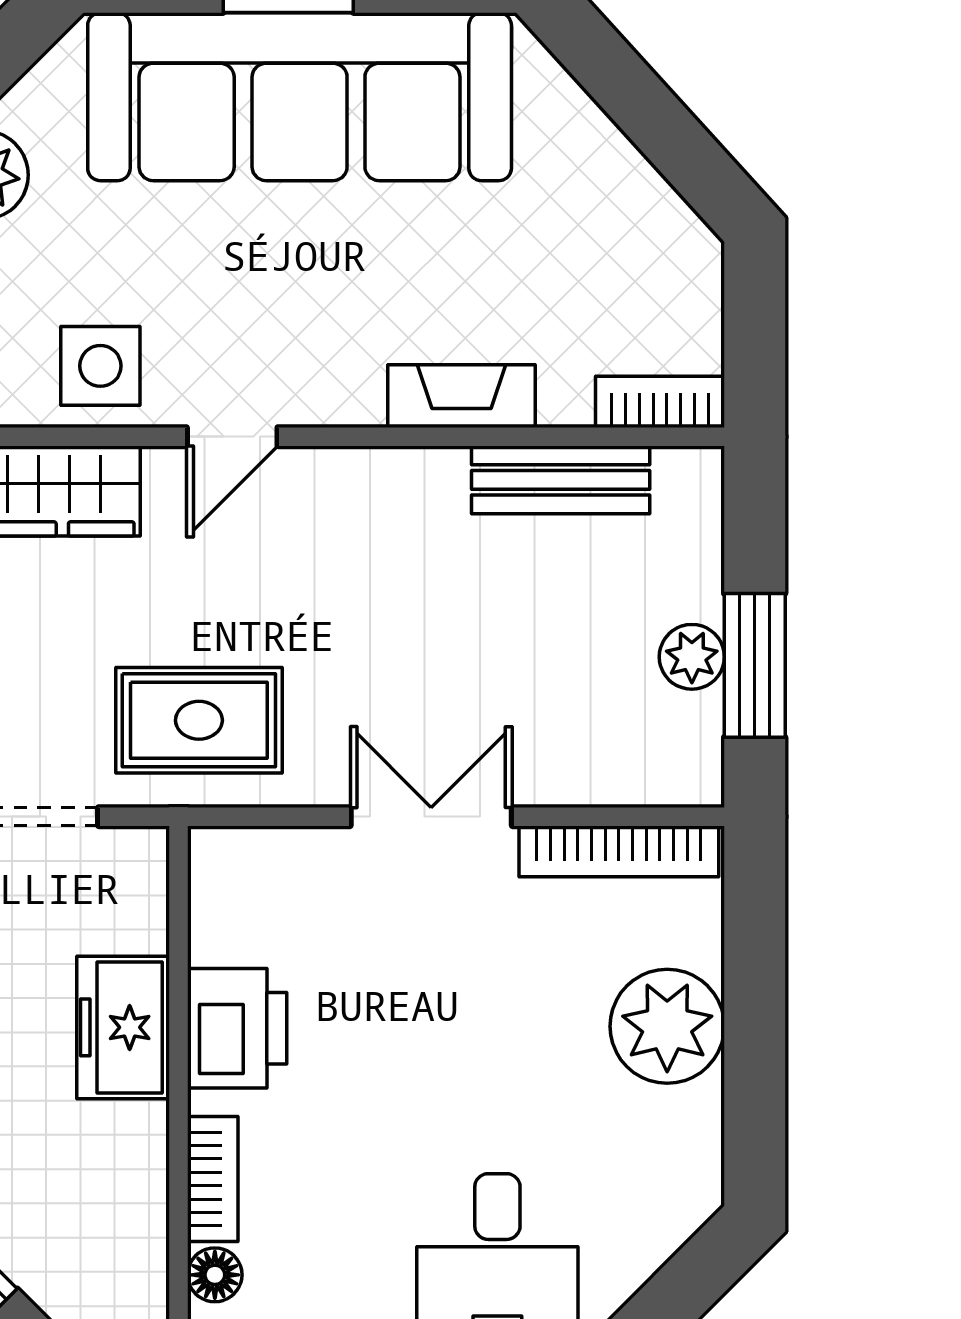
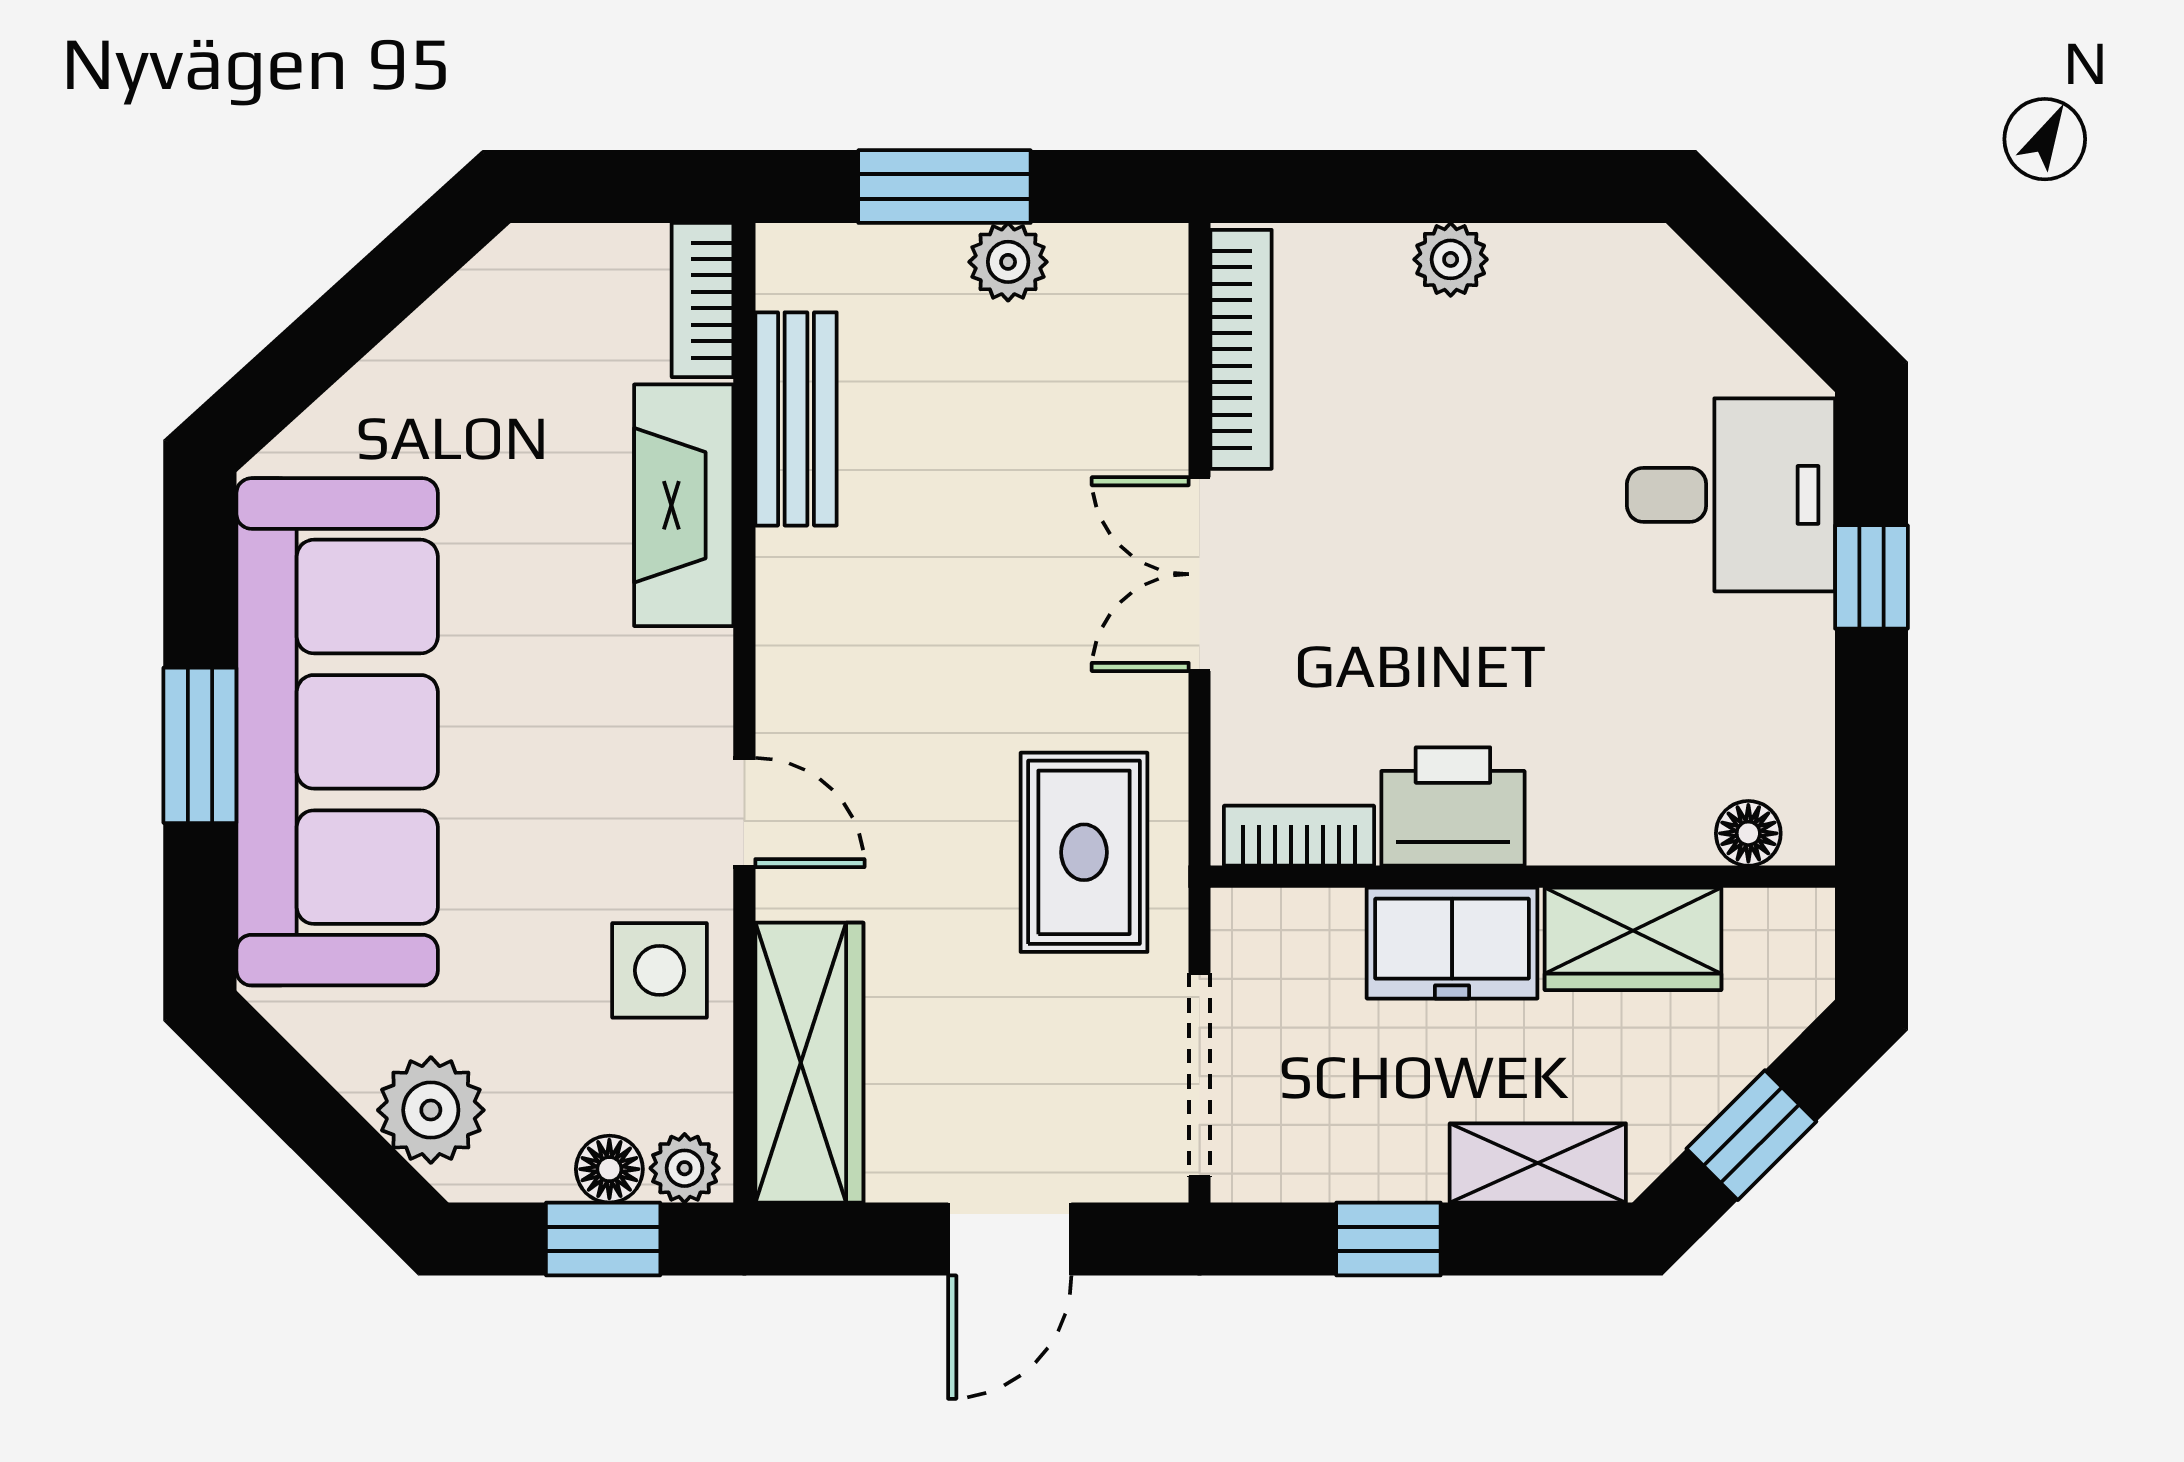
fireplace: (462, 396) -> (684, 505), width x1.37, depth x1.32
window: (755, 665) -> (944, 187), moved
plant: (667, 1026) -> (1451, 259), width x0.53, depth x0.53
wardrobe: (127, 1179) -> (1633, 939), added
bookcase: (213, 1179) -> (1299, 836), moved

